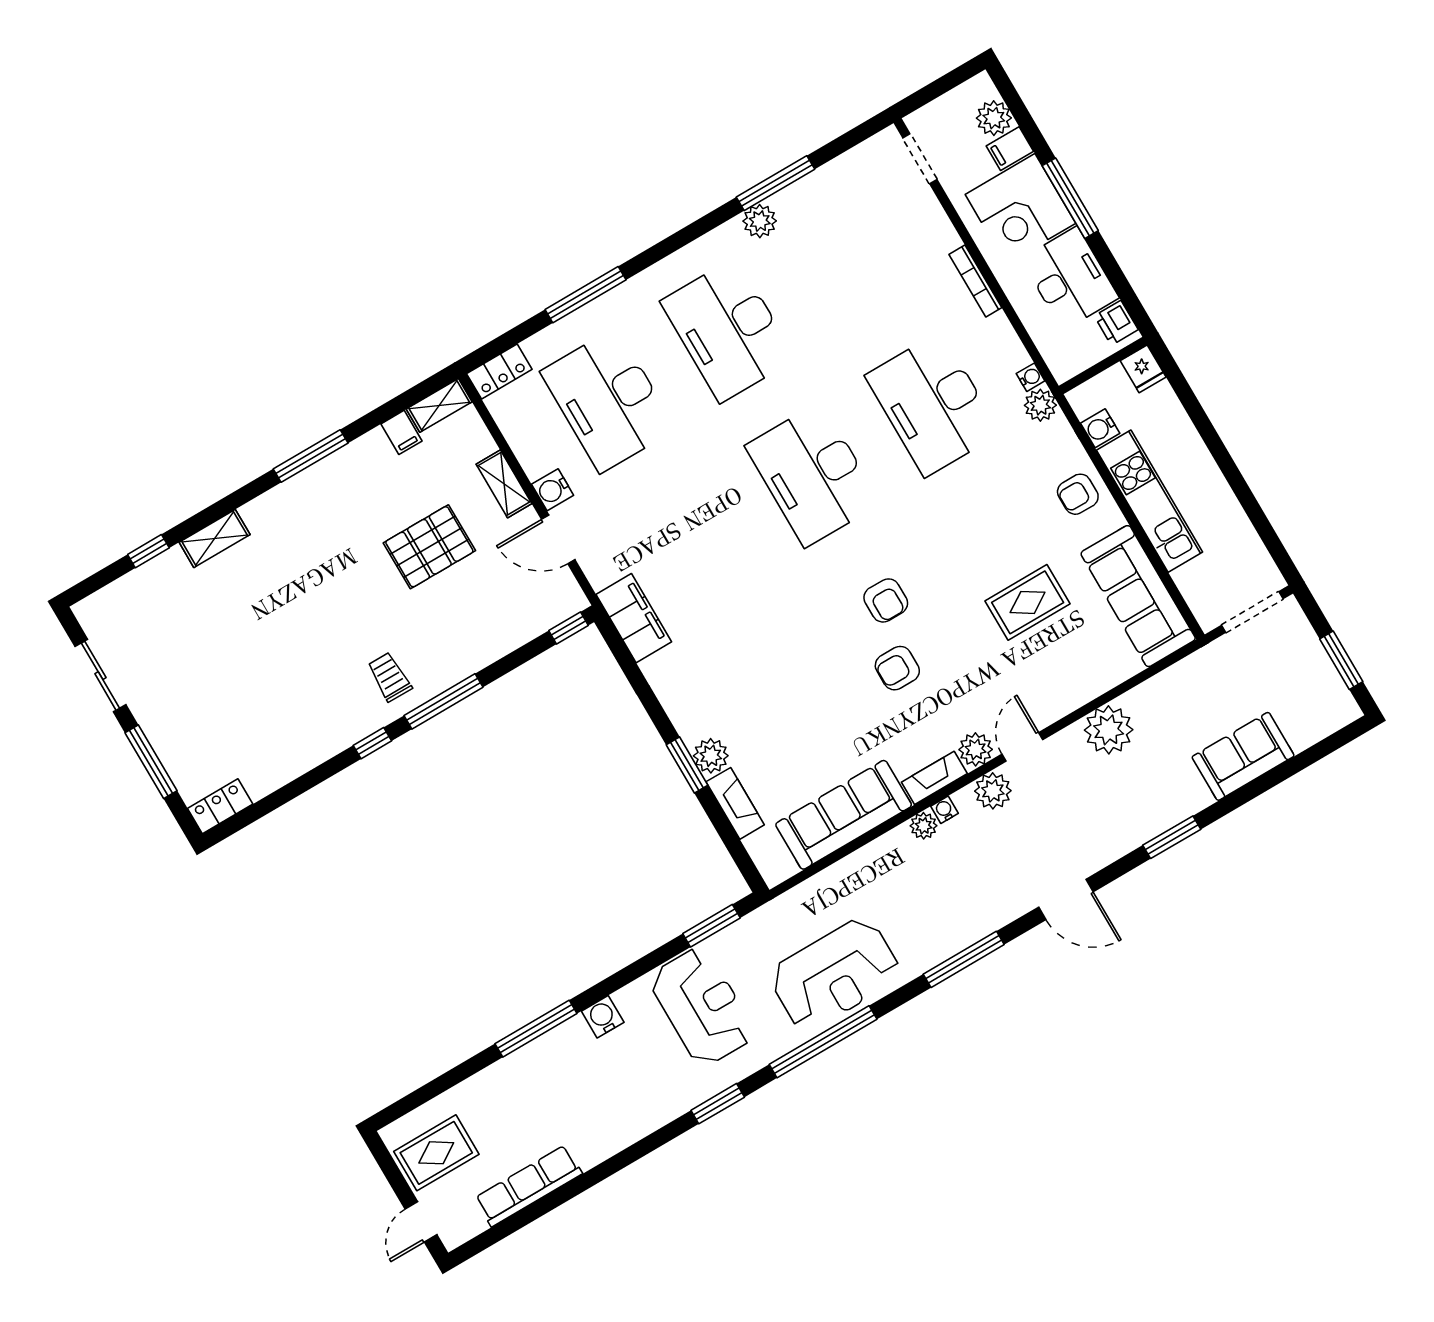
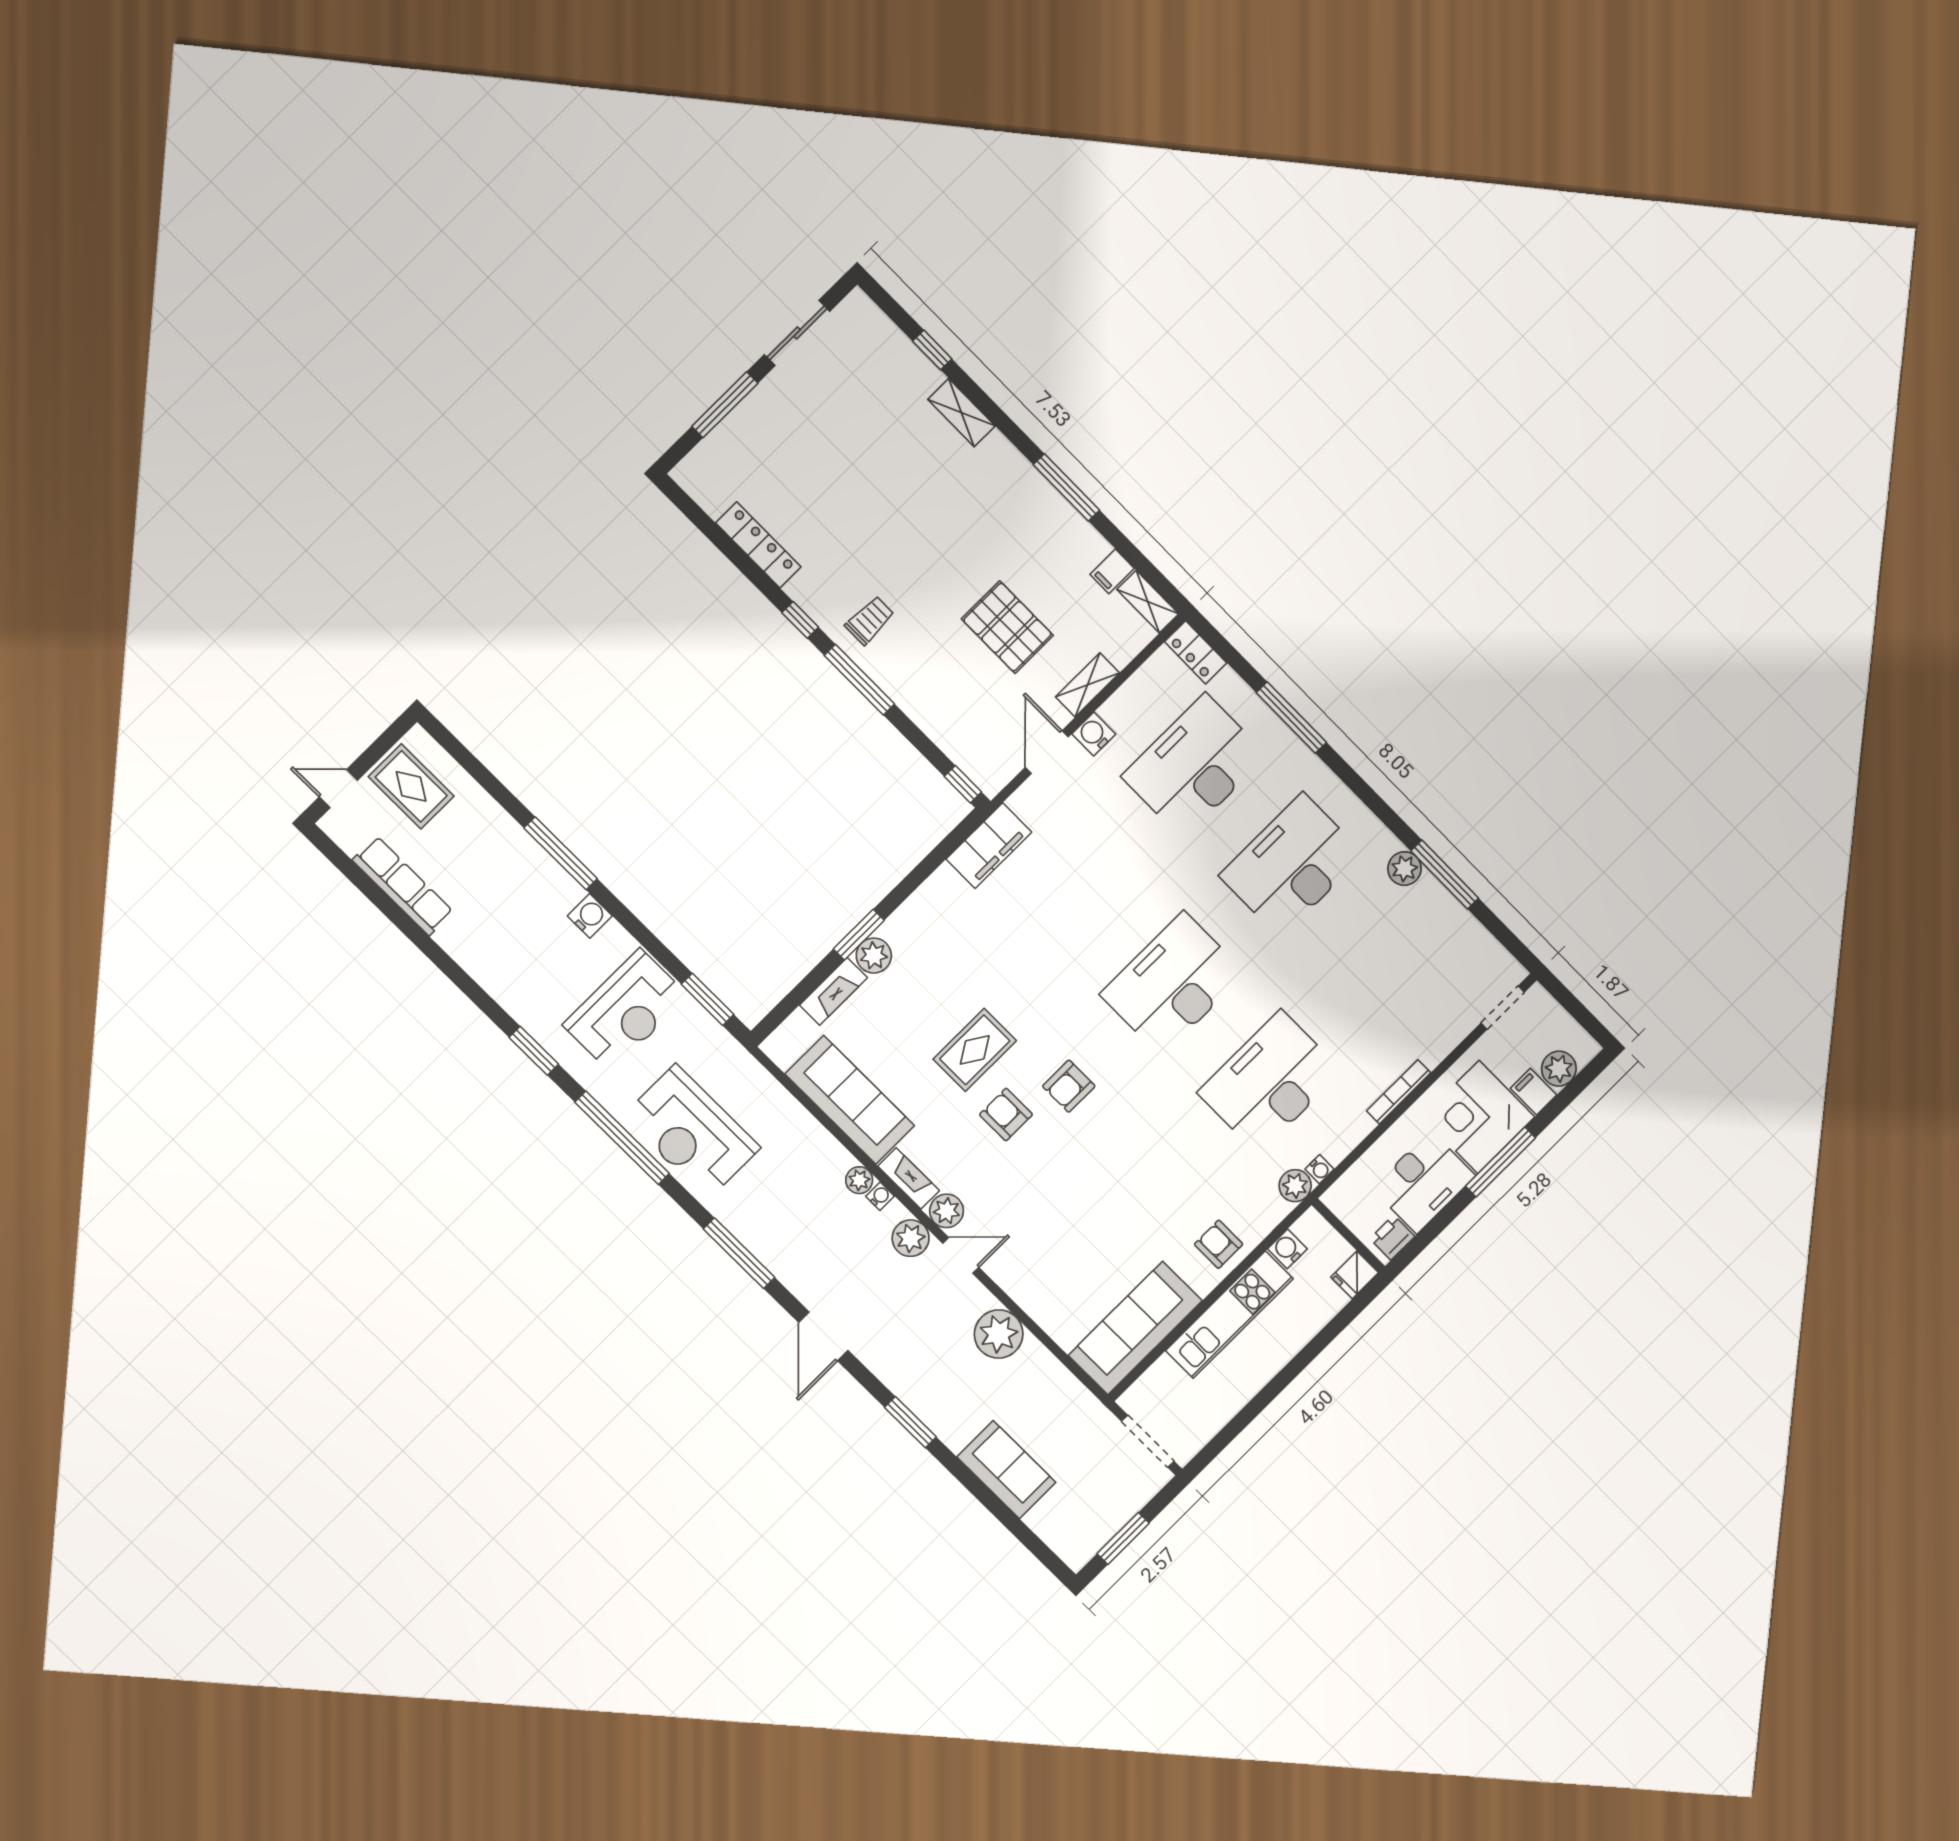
rug: (1028, 602) -> (975, 1050), moved, turned 90
locker: (220, 806) -> (758, 545), moved, width x1.53

